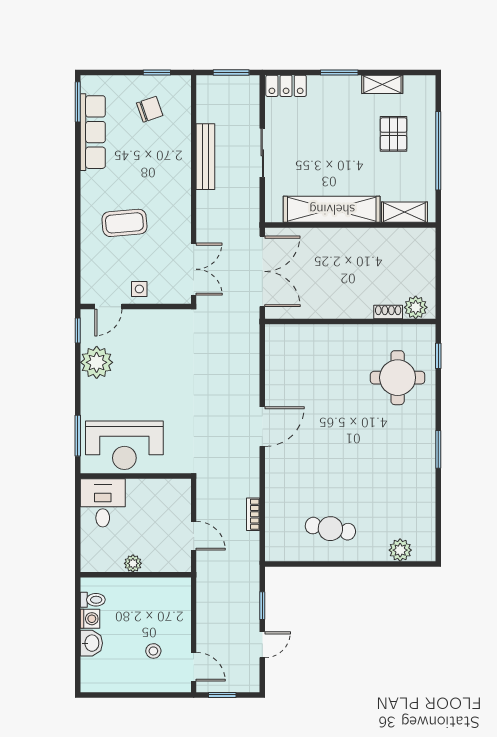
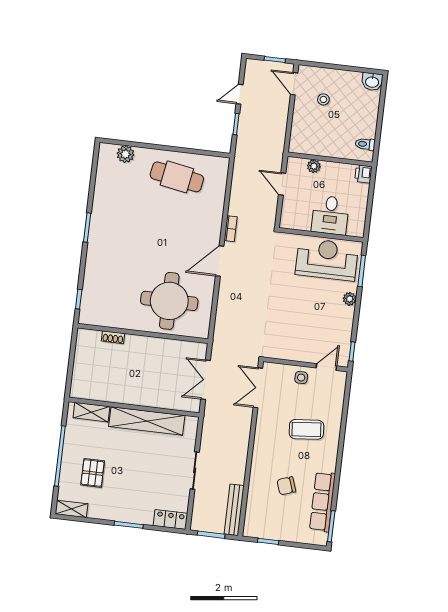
shelving: (382, 84) -> (71, 509), moved
chair: (150, 109) -> (286, 486), moved
bench: (205, 157) -> (234, 510), moved
double door: (262, 271) -> (206, 380), width x0.73
plant: (416, 307) -> (91, 338), removed
plant: (97, 362) -> (350, 299), moved, width x0.53, depth x0.53
round table: (398, 378) -> (169, 301), moved, width x1.36, depth x1.36
desk: (103, 503) -> (330, 215), moved
bookcase: (253, 514) -> (231, 229), moved
cafe table: (330, 529) -> (177, 177), width x1.37, depth x1.35
printer: (90, 561) -> (363, 174), added
plant: (133, 563) -> (314, 166), moved
washing machine: (90, 619) -> (369, 130), removed
washbasin: (91, 643) -> (372, 82), moved, turned -90

